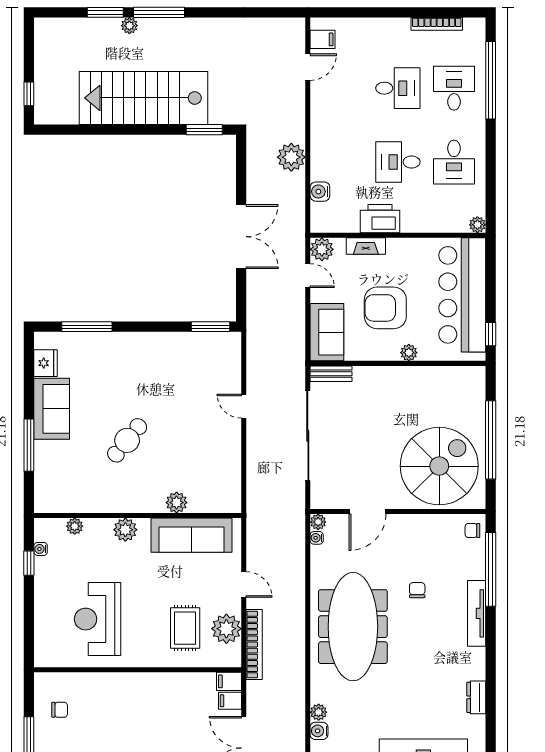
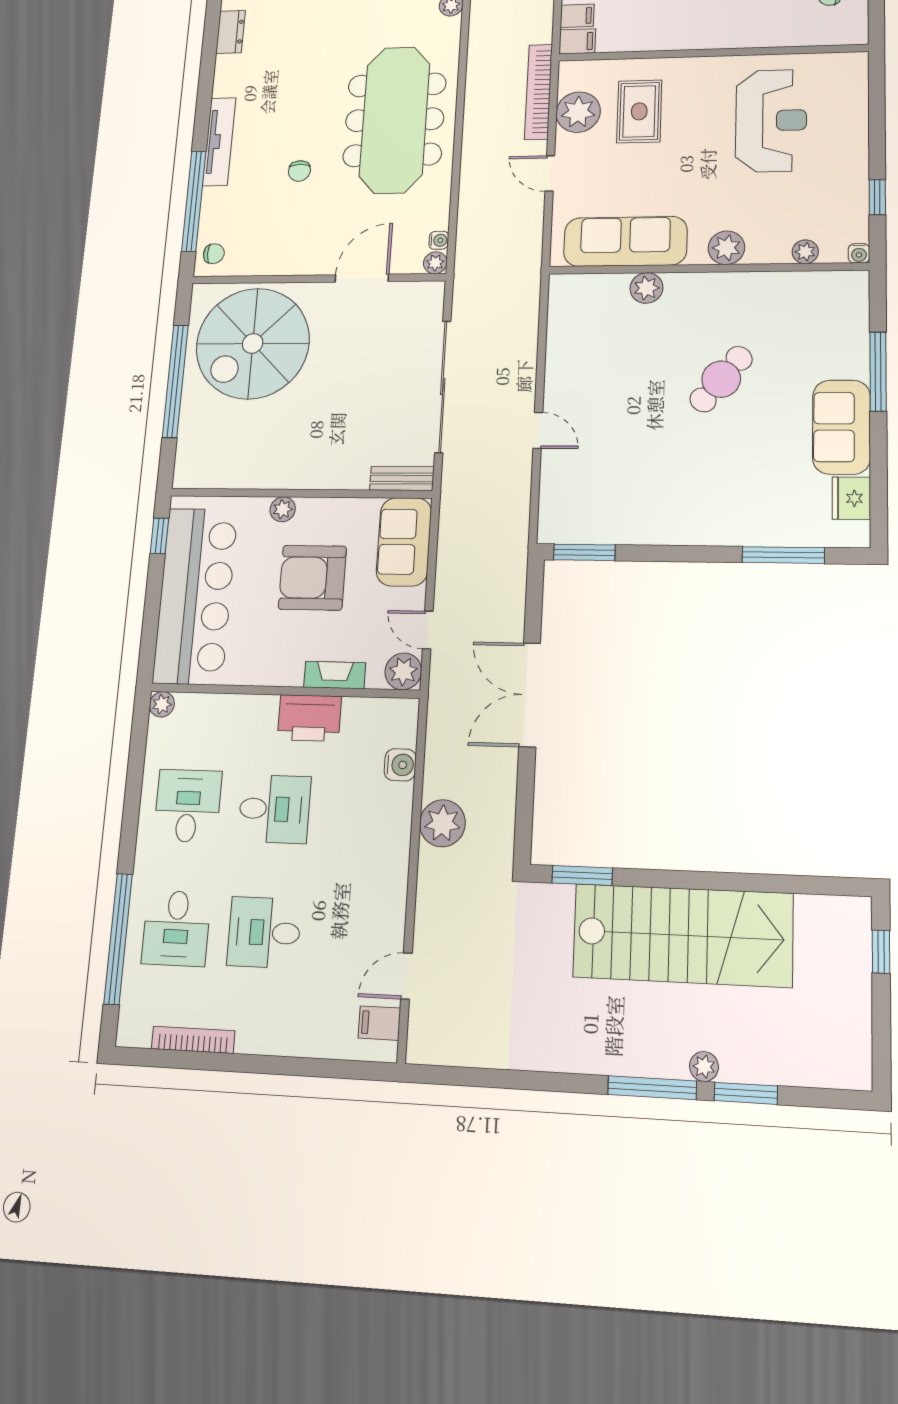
armchair: (385, 308) -> (312, 578), turned 180
water cooler: (41, 549) -> (859, 253), moved, turned 90

